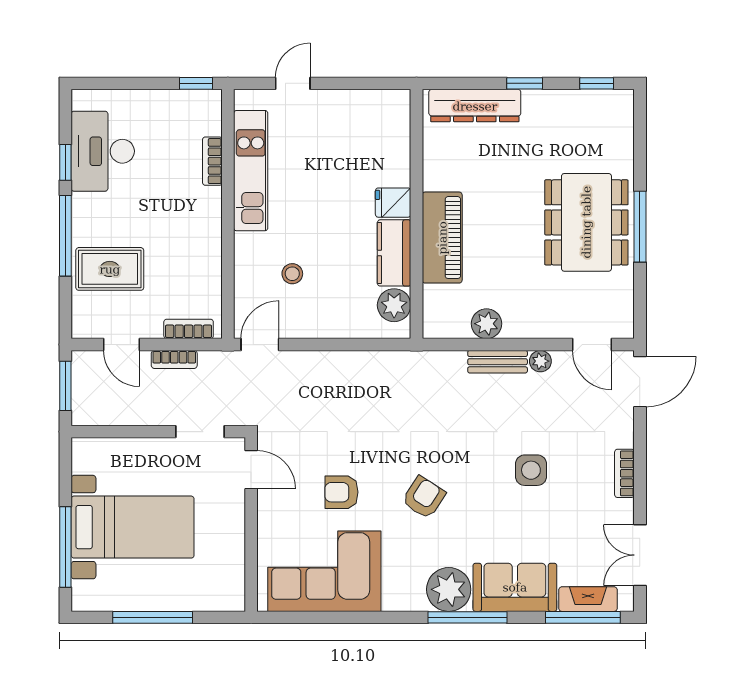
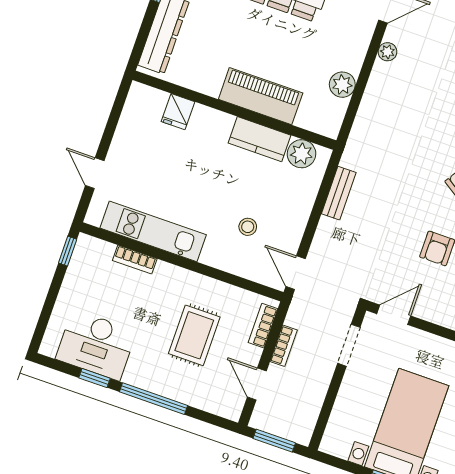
fridge: (393, 203) -> (178, 112), moved
rug: (110, 269) -> (194, 335), moved
door: (122, 345) -> (257, 384), swing flipped
bench: (498, 362) -> (339, 193), moved

